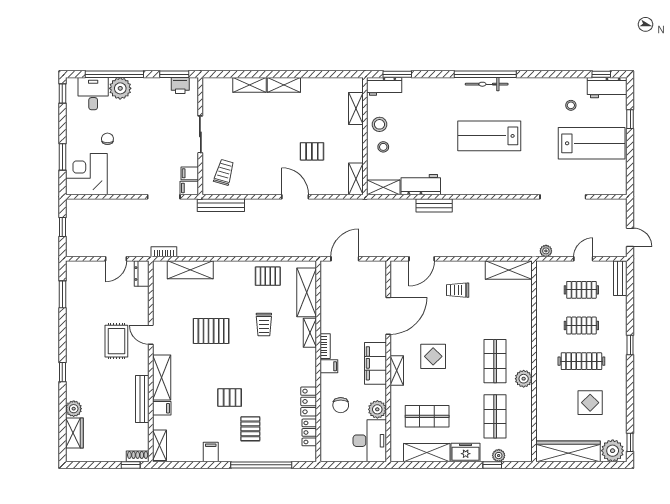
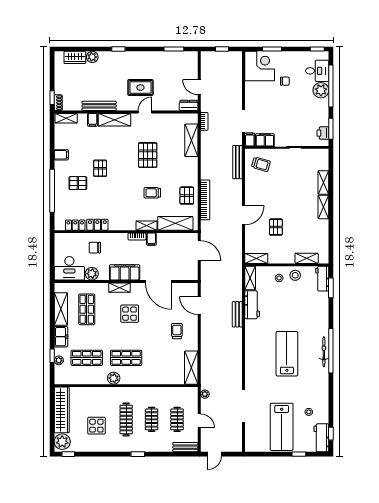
filing cabinet: (190, 173) -> (265, 140), width x2.00
bookcase: (274, 251) -> (205, 200), added
filing cabinet: (329, 366) -> (151, 239), moved

